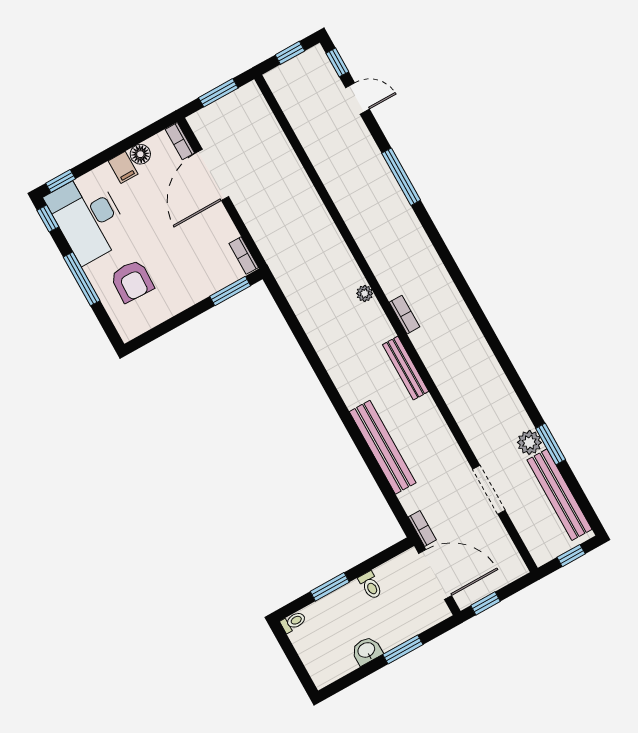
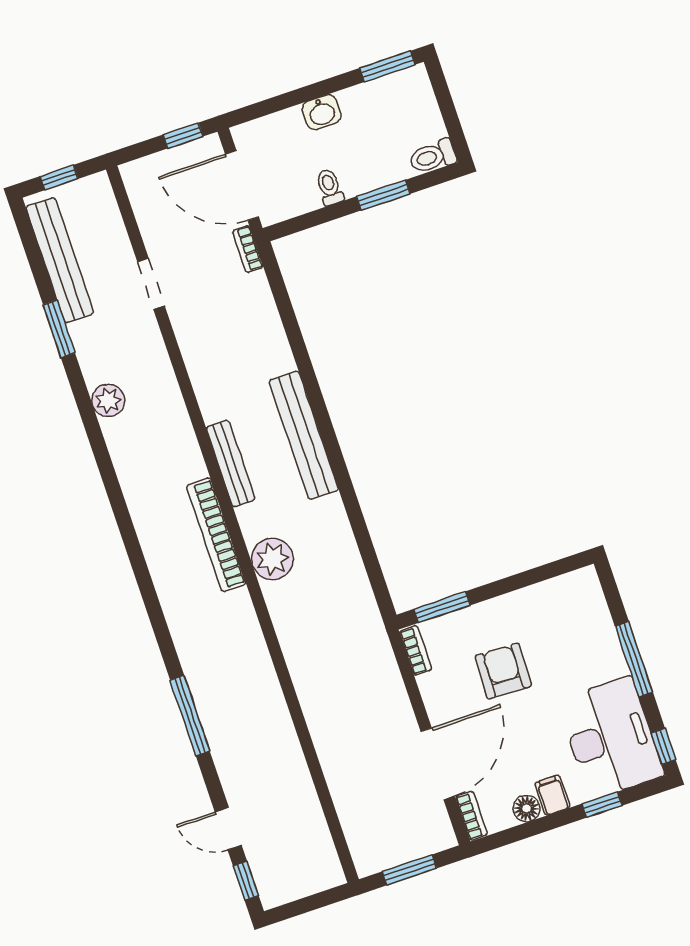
window: (290, 53) -> (306, 905), removed
window: (61, 181) -> (602, 805), moved
armchair: (132, 281) -> (503, 671), moved
plant: (365, 293) -> (272, 559), width x1.88, depth x1.88
bookcase: (404, 315) -> (216, 535), width x2.31, depth x1.31
plant: (529, 442) -> (108, 400), moved
bench: (383, 447) -> (304, 435), moved
doorway: (489, 490) -> (151, 284), width x0.73
toilet: (293, 622) -> (433, 156), width x1.37, depth x1.39
window: (403, 650) -> (387, 66), moved
washbasin: (367, 651) -> (322, 112), moved

